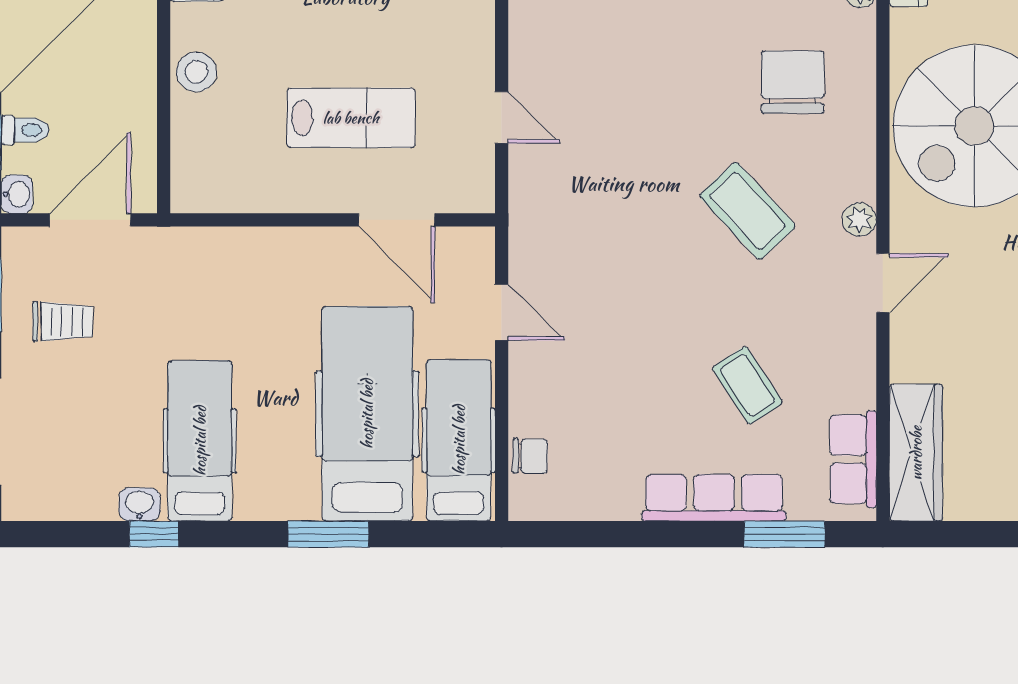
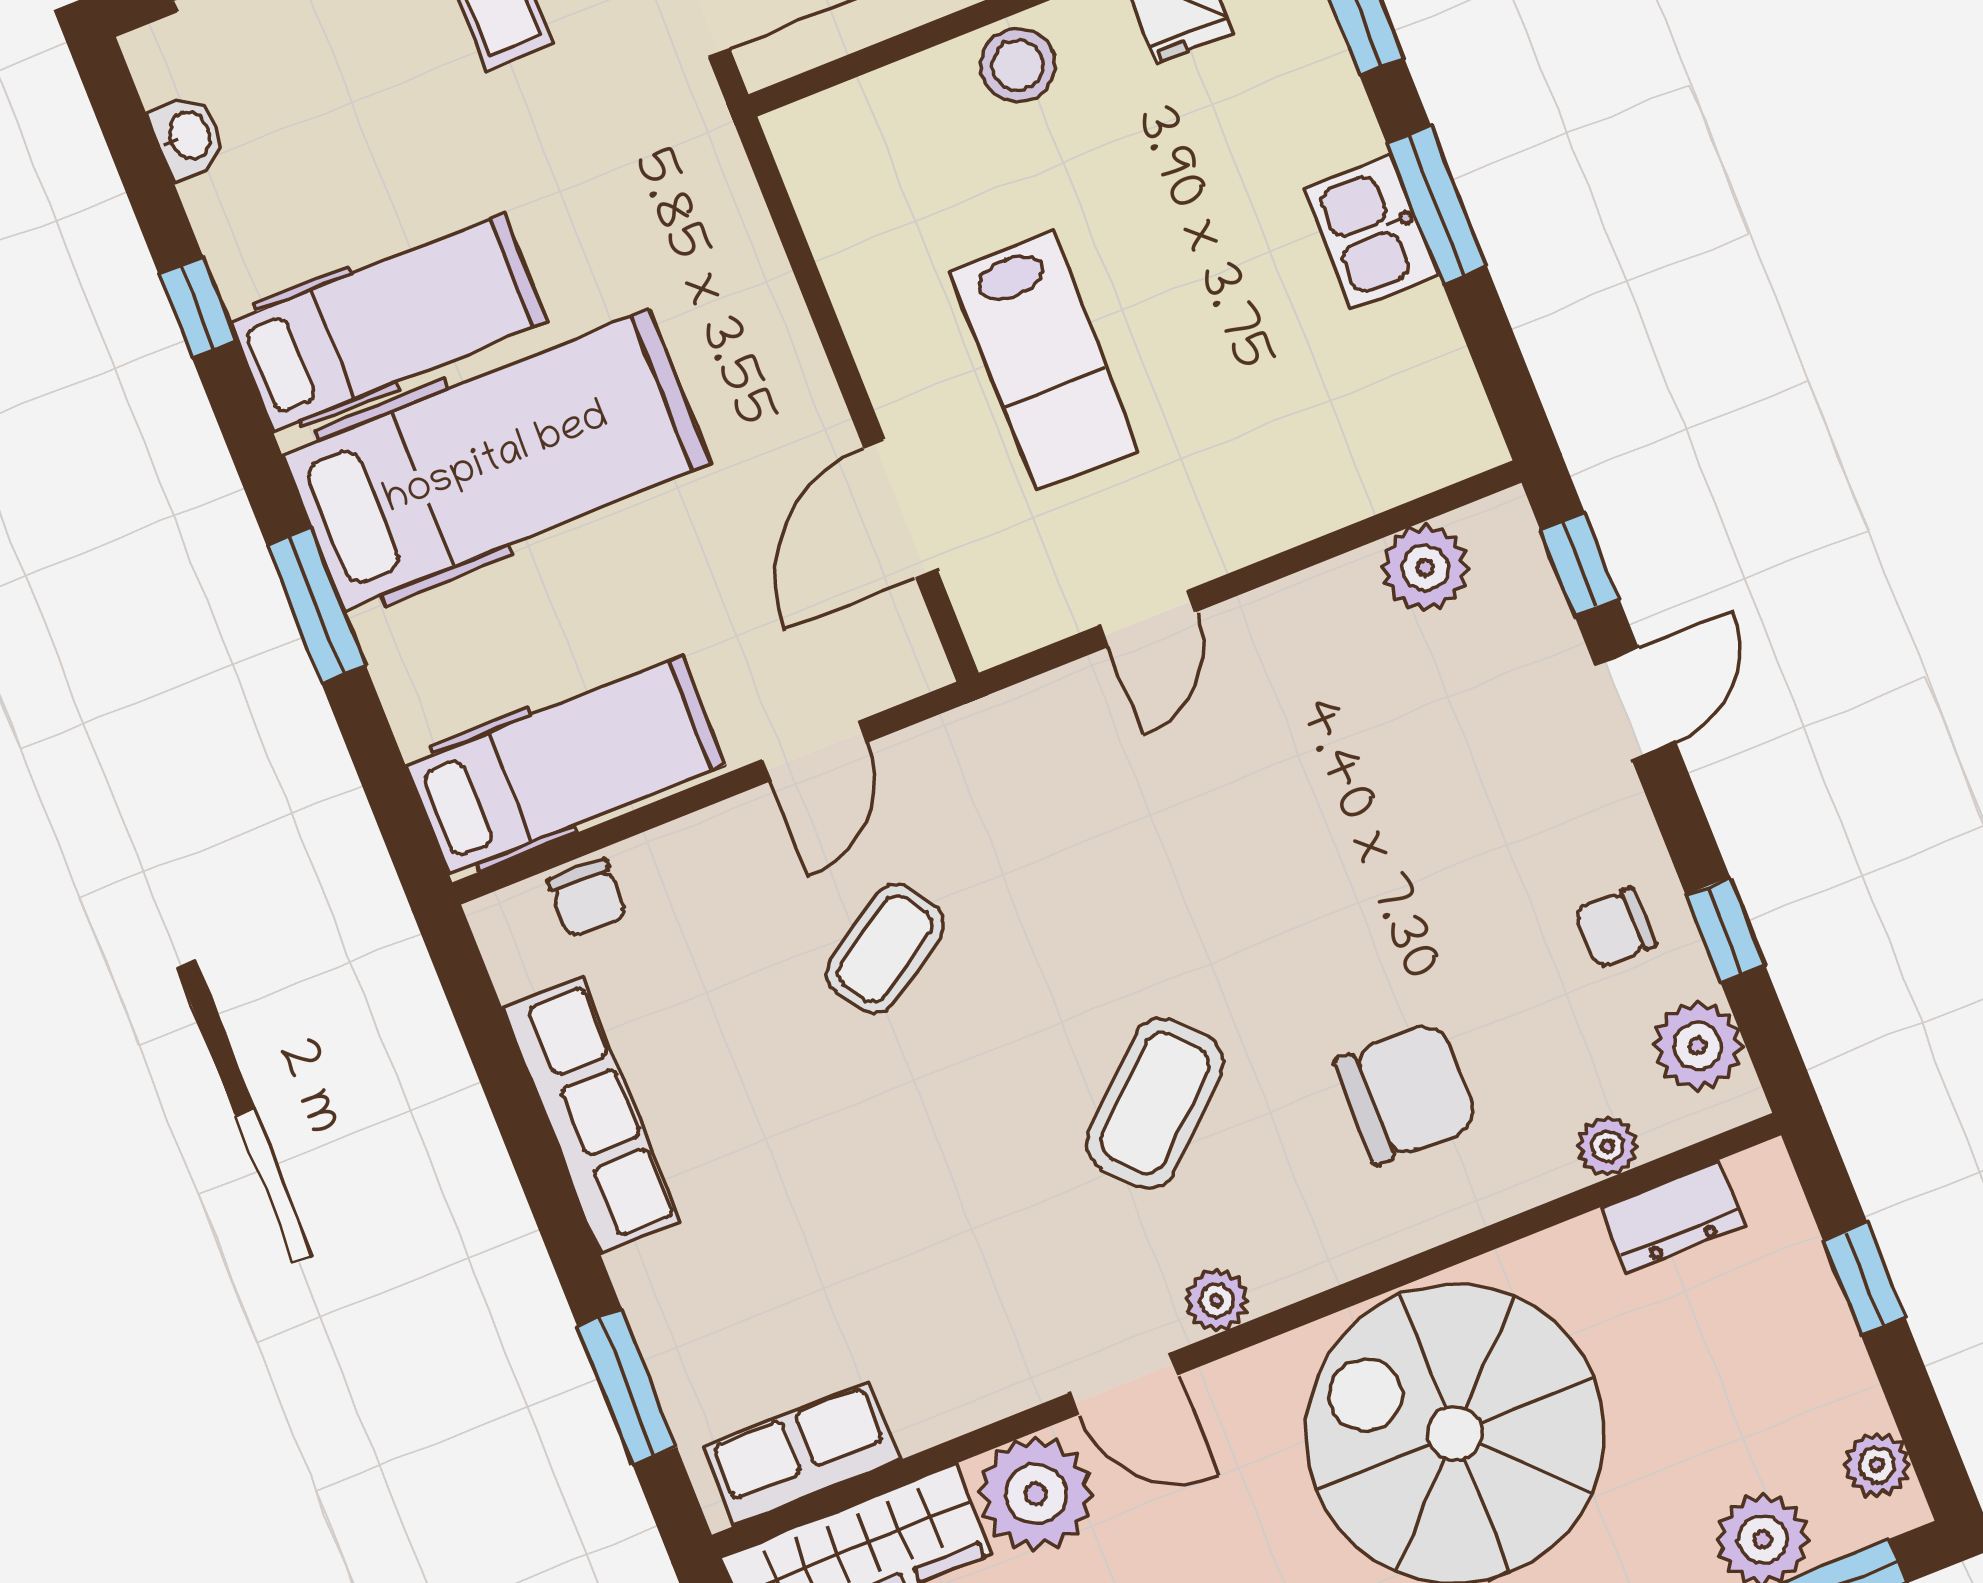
plant: (921, 349) -> (1036, 1494), added
coffee table: (747, 385) -> (885, 948), moved
hospital bed: (367, 414) -> (497, 460), moved
row of seats: (714, 498) -> (591, 1116), moved
washbasin: (139, 504) -> (188, 136), moved

